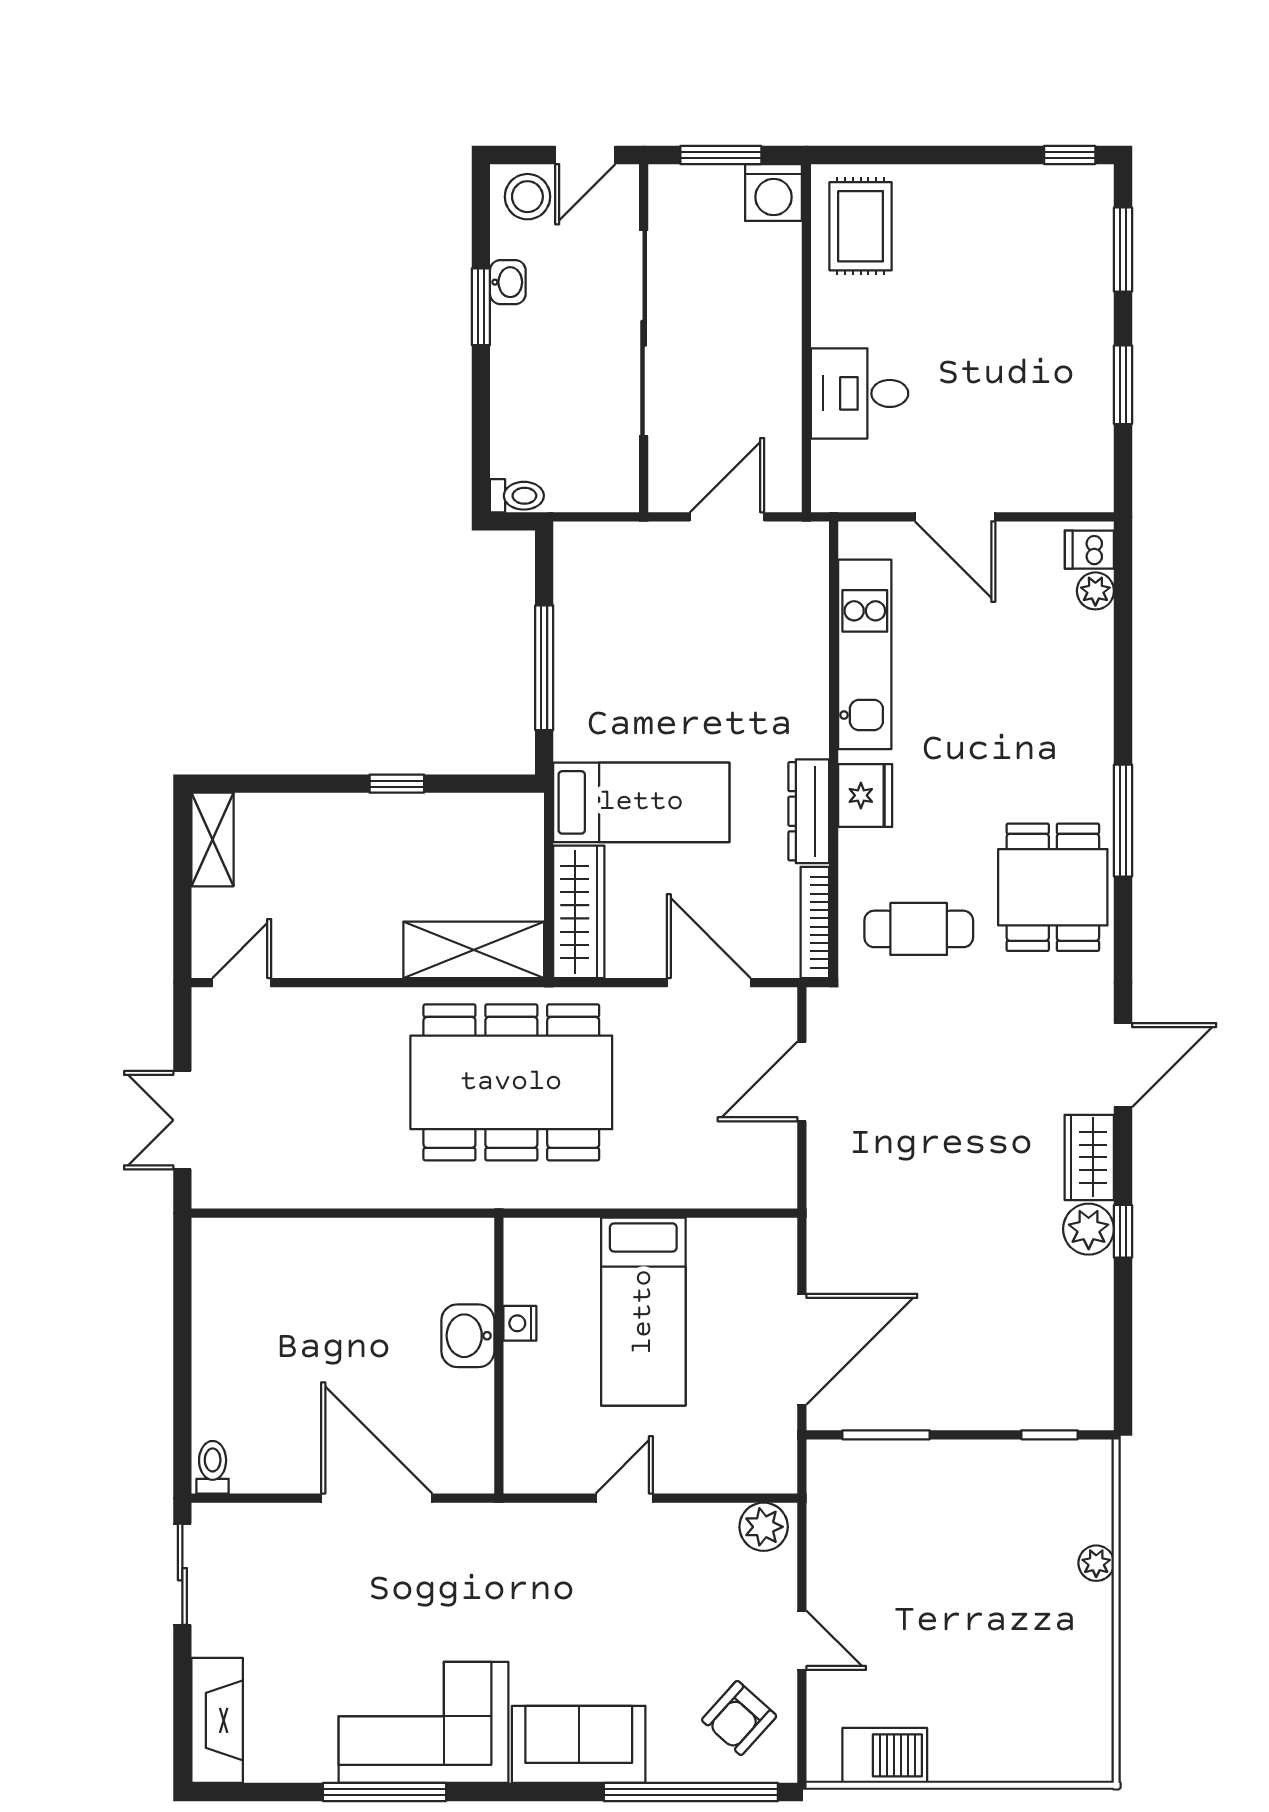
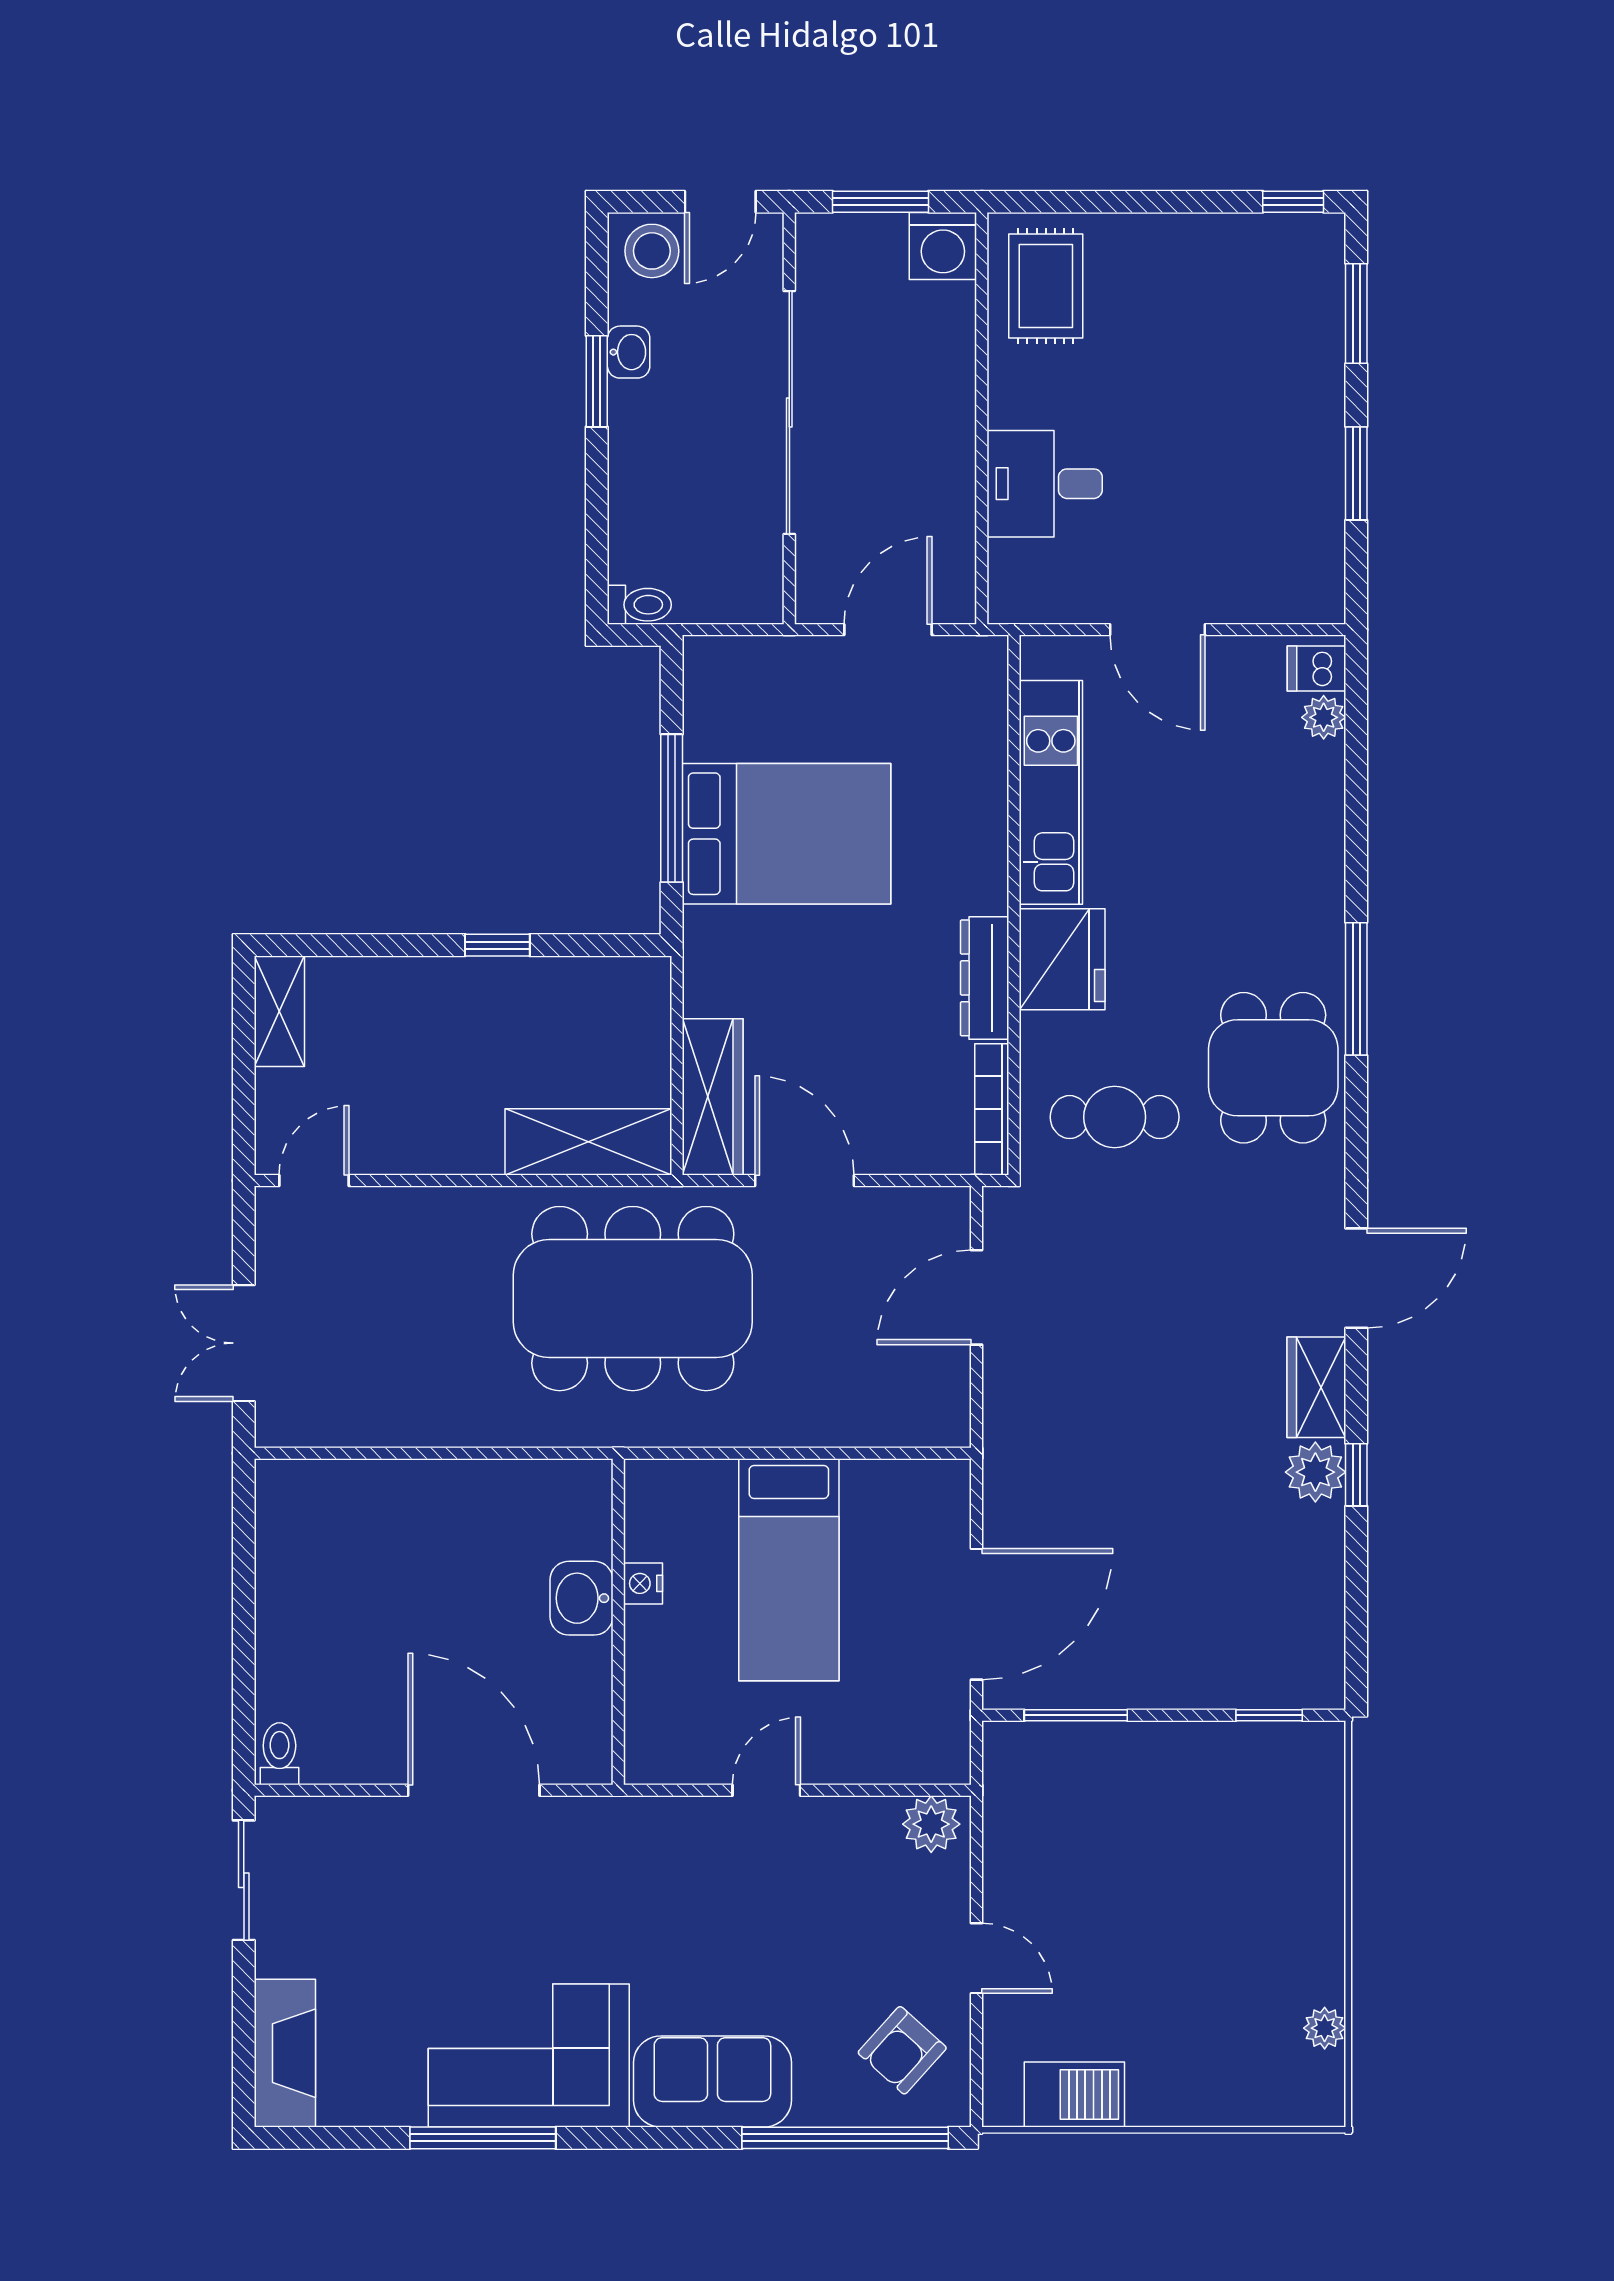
fridge: (865, 795) -> (1062, 959), width x1.36, depth x1.34
bed: (641, 802) -> (787, 834), moved, width x1.50
door: (709, 983) -> (804, 1180), moved
plant: (1096, 1563) -> (1325, 2028), moved

